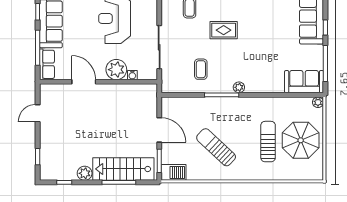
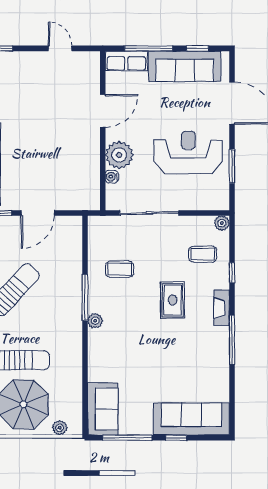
plant: (318, 102) -> (60, 428), moved

